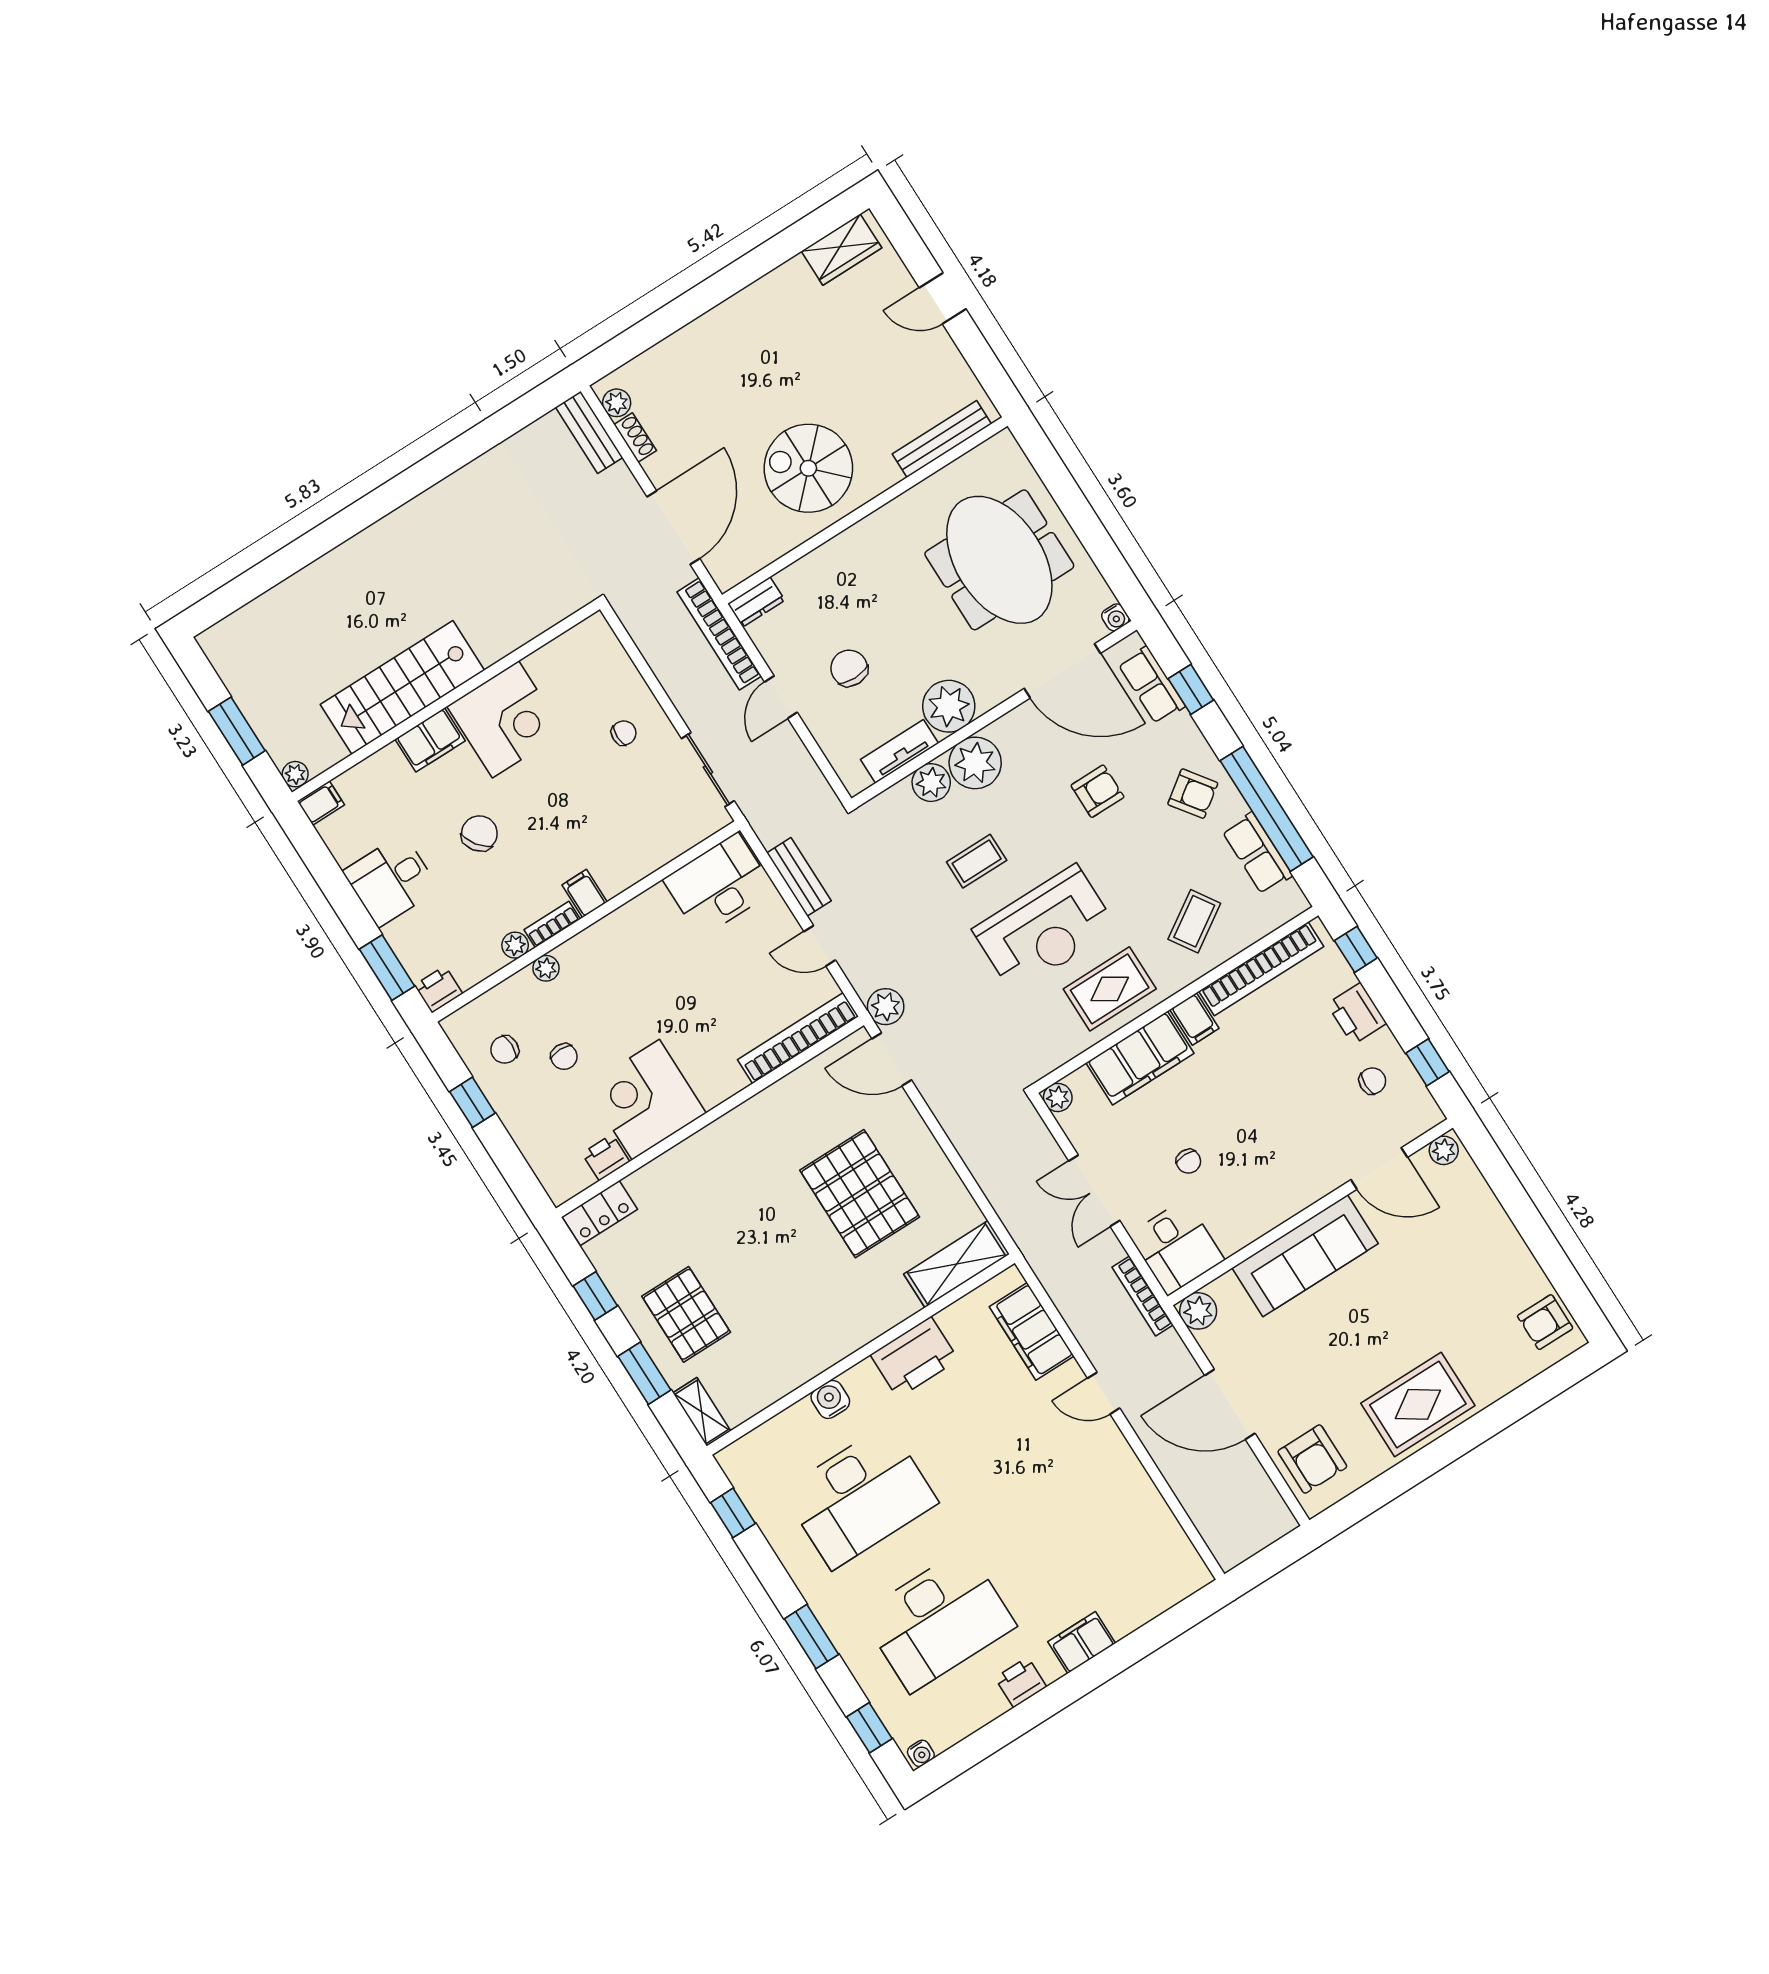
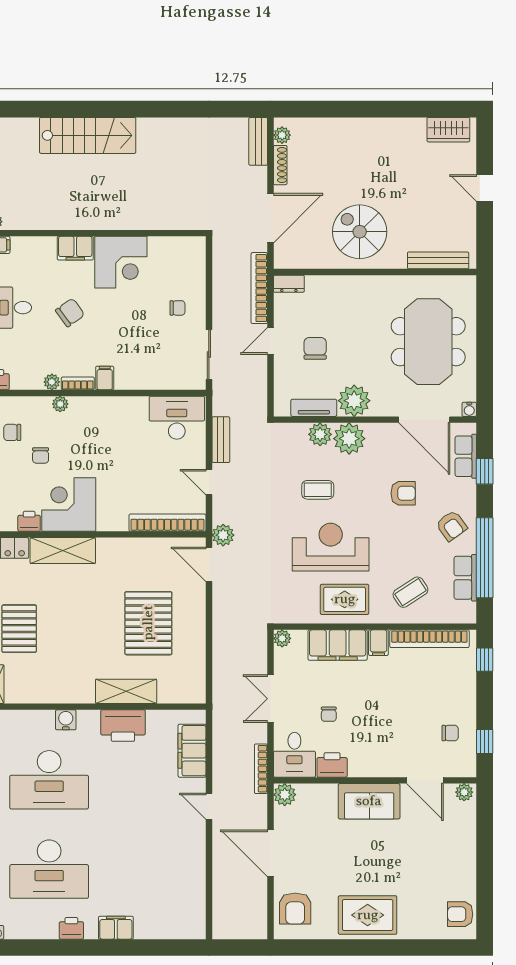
shoe rack: (635, 438) -> (280, 165), width x1.43
stairs: (402, 687) -> (88, 135), moved, turned 180
reception desk: (1045, 929) -> (331, 547), turned 180
printer: (1357, 1014) -> (332, 765), moved, turned 90
shelving: (678, 1168) -> (63, 551), added
sofa: (1305, 1256) -> (369, 801), width x0.73
shelving: (957, 1264) -> (126, 691), moved

